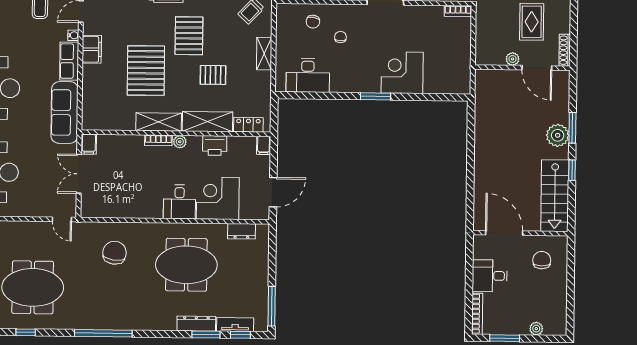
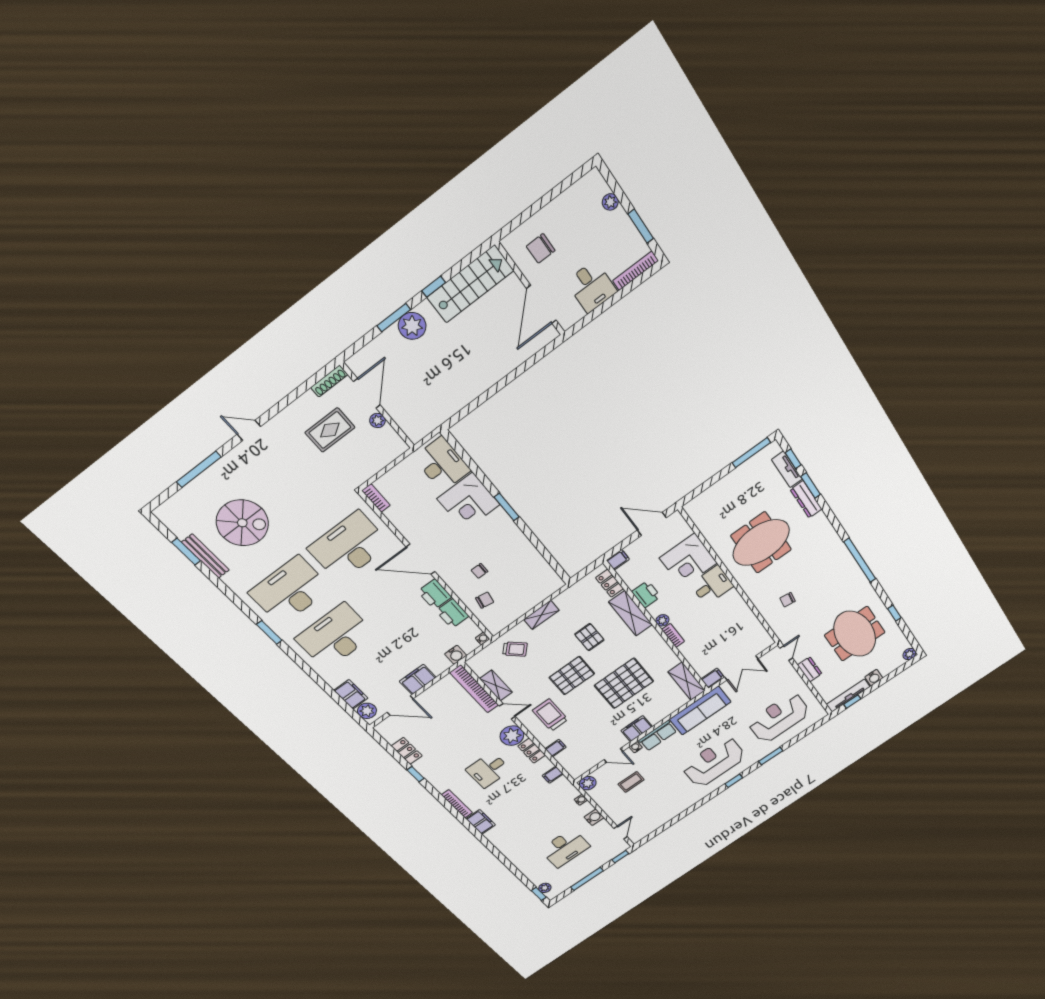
desk: (308, 75) -> (442, 464), moved
shelving: (159, 122) -> (687, 681), moved
dresser: (241, 231) -> (810, 669), moved
chair: (114, 253) -> (788, 600), width x0.54, depth x0.54
meeting table: (186, 265) -> (761, 543), turned 90

